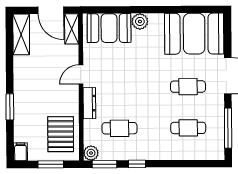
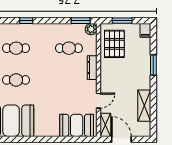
plant: (140, 21) -> (53, 130), removed
shelving: (21, 34) -> (144, 106), moved
door: (81, 75) -> (98, 101), moved
window: (137, 164) -> (26, 21), moved

